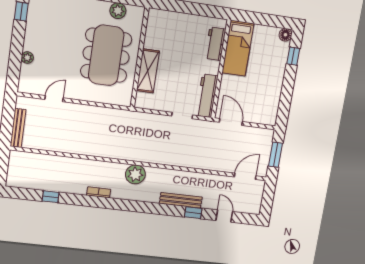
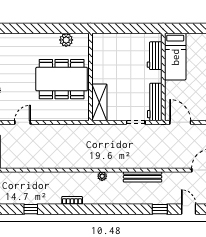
dining table: (106, 55) -> (62, 79), turned 90
shelving: (148, 71) -> (99, 102), moved
plant: (135, 174) -> (102, 176), width x0.53, depth x0.53
bench: (181, 200) -> (143, 177), moved

